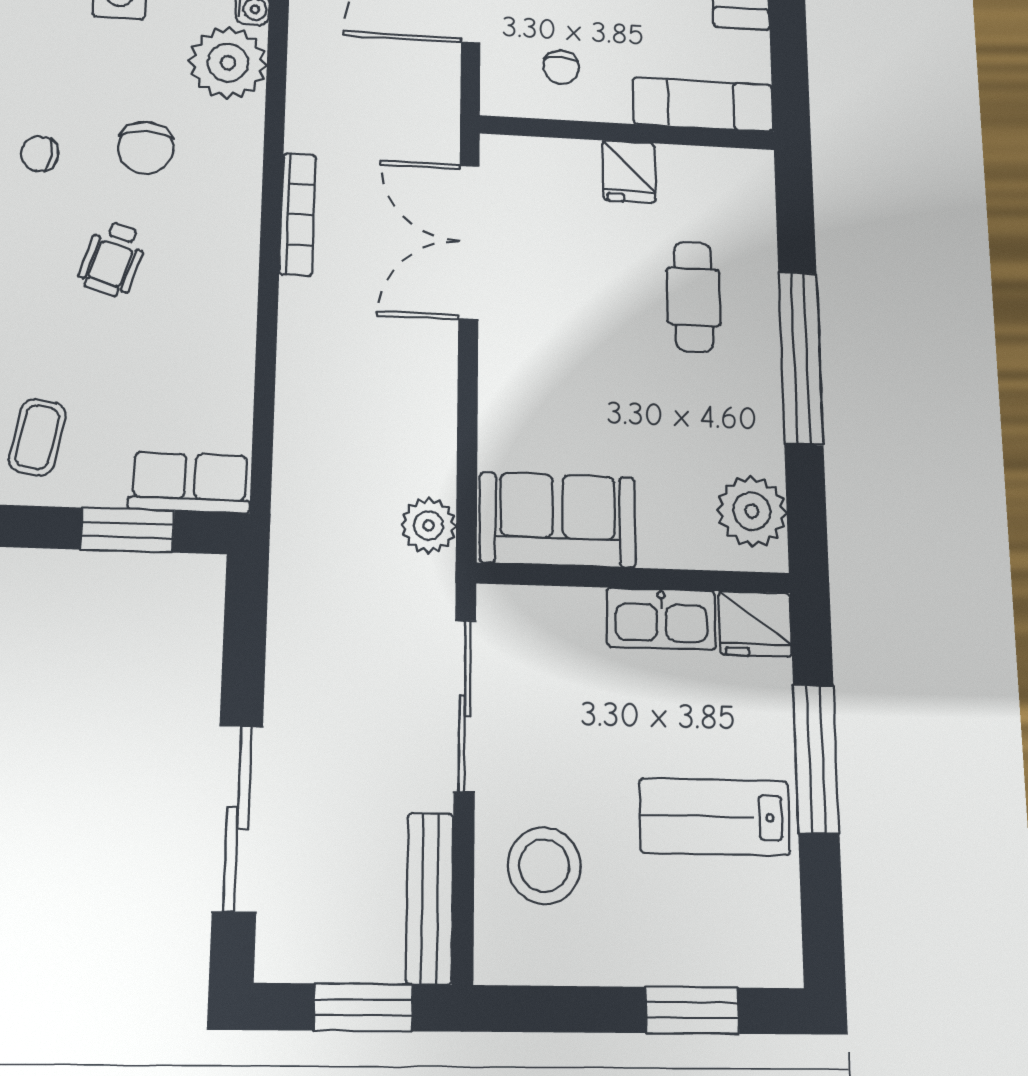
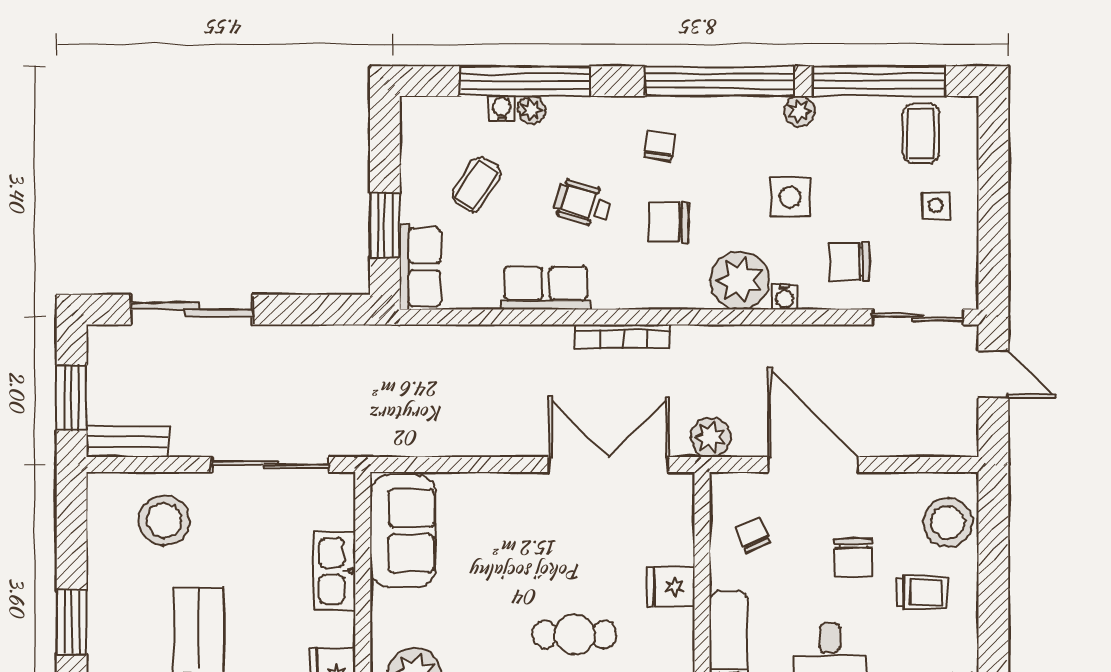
chair: (561, 67) -> (752, 535), turned 65
row of seats: (228, 312) -> (546, 288), added
coffee table: (37, 437) -> (476, 184), moved, turned -66
plant: (429, 525) -> (711, 437), moved
kitchen sink: (661, 619) -> (335, 571), moved
bench: (430, 898) -> (127, 442), width x0.73

